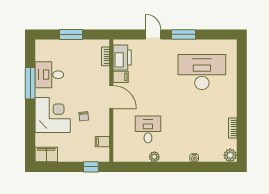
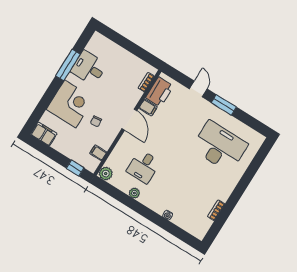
window: (71, 34) -> (129, 45), removed
desk: (148, 129) -> (143, 167), turned 180
plant: (230, 155) -> (106, 174), moved

